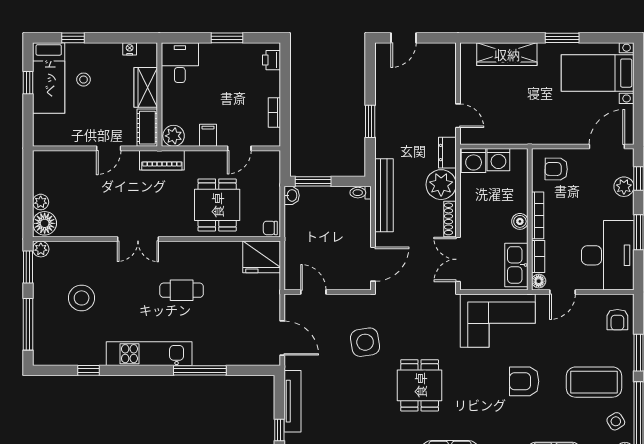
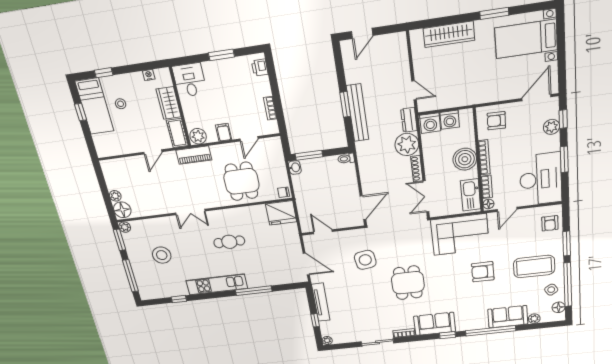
bench: (384, 195) -> (357, 113), moved
boiler: (520, 221) -> (465, 159), width x1.86, depth x1.86

